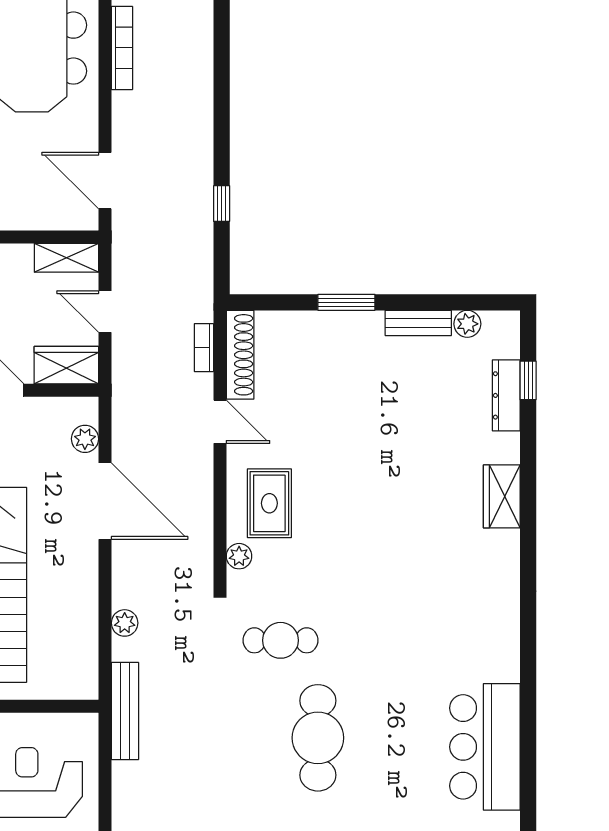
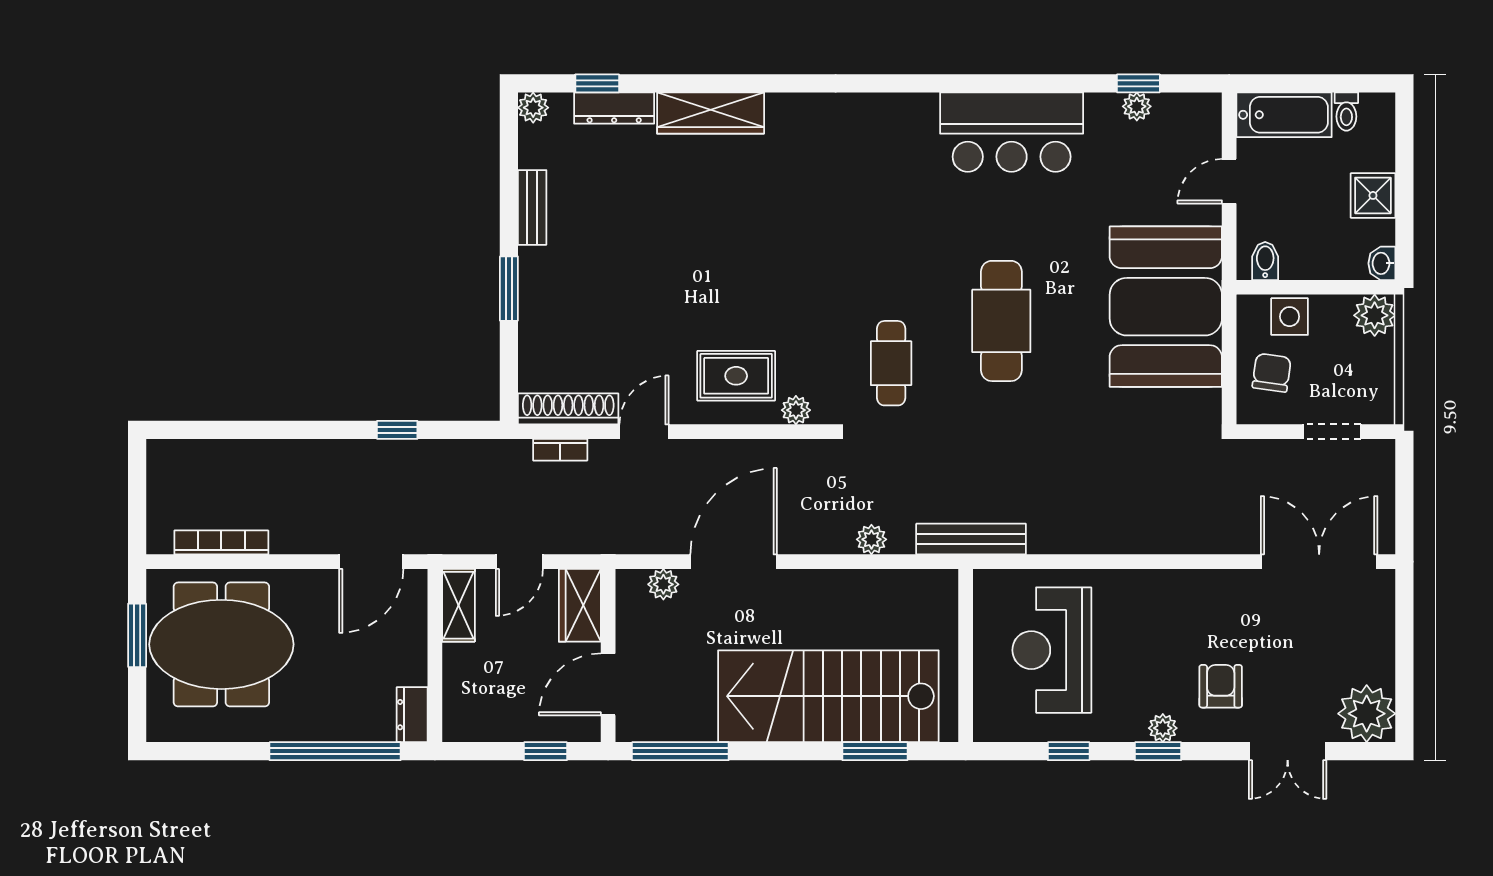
plant: (467, 324) -> (533, 108), moved
wardrobe: (502, 496) -> (711, 113), width x1.50
cafe table: (318, 738) -> (1001, 321), turned 90

